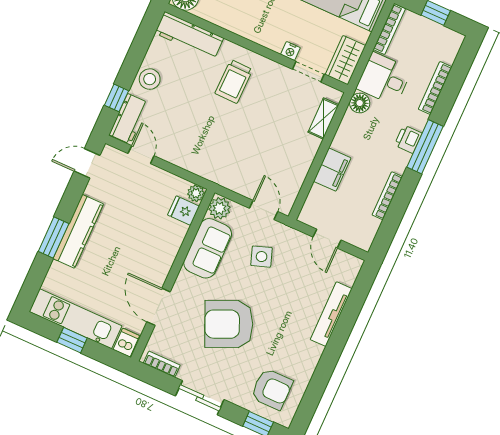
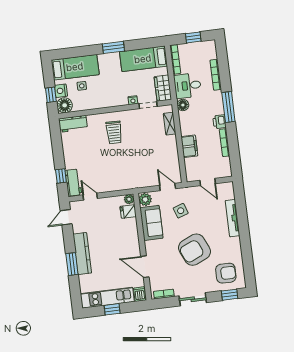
workbench: (189, 36) -> (73, 124), width x0.73
stool: (150, 79) -> (72, 157), removed
printer: (408, 139) -> (219, 122), moved
armchair: (229, 324) -> (194, 250), moved

